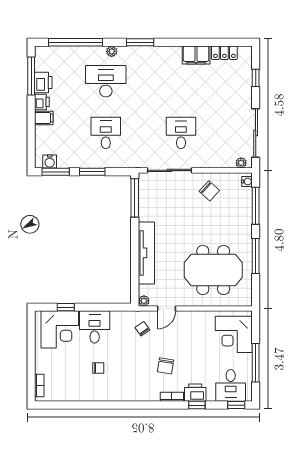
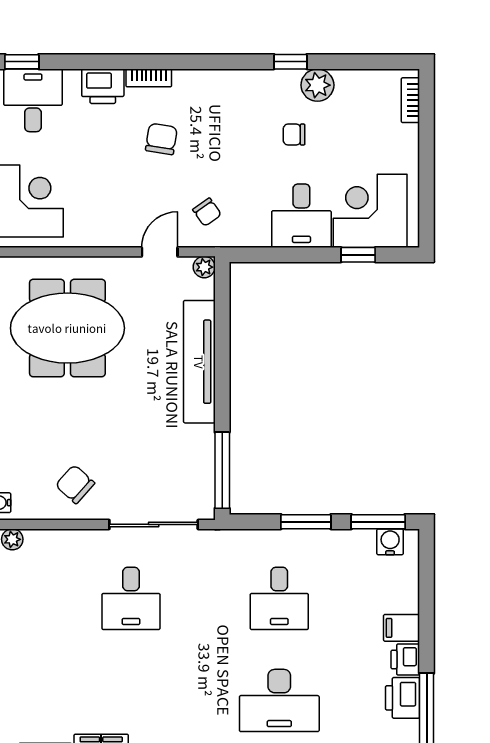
plant: (86, 393) -> (317, 85), added
window: (197, 405) -> (290, 62), moved

